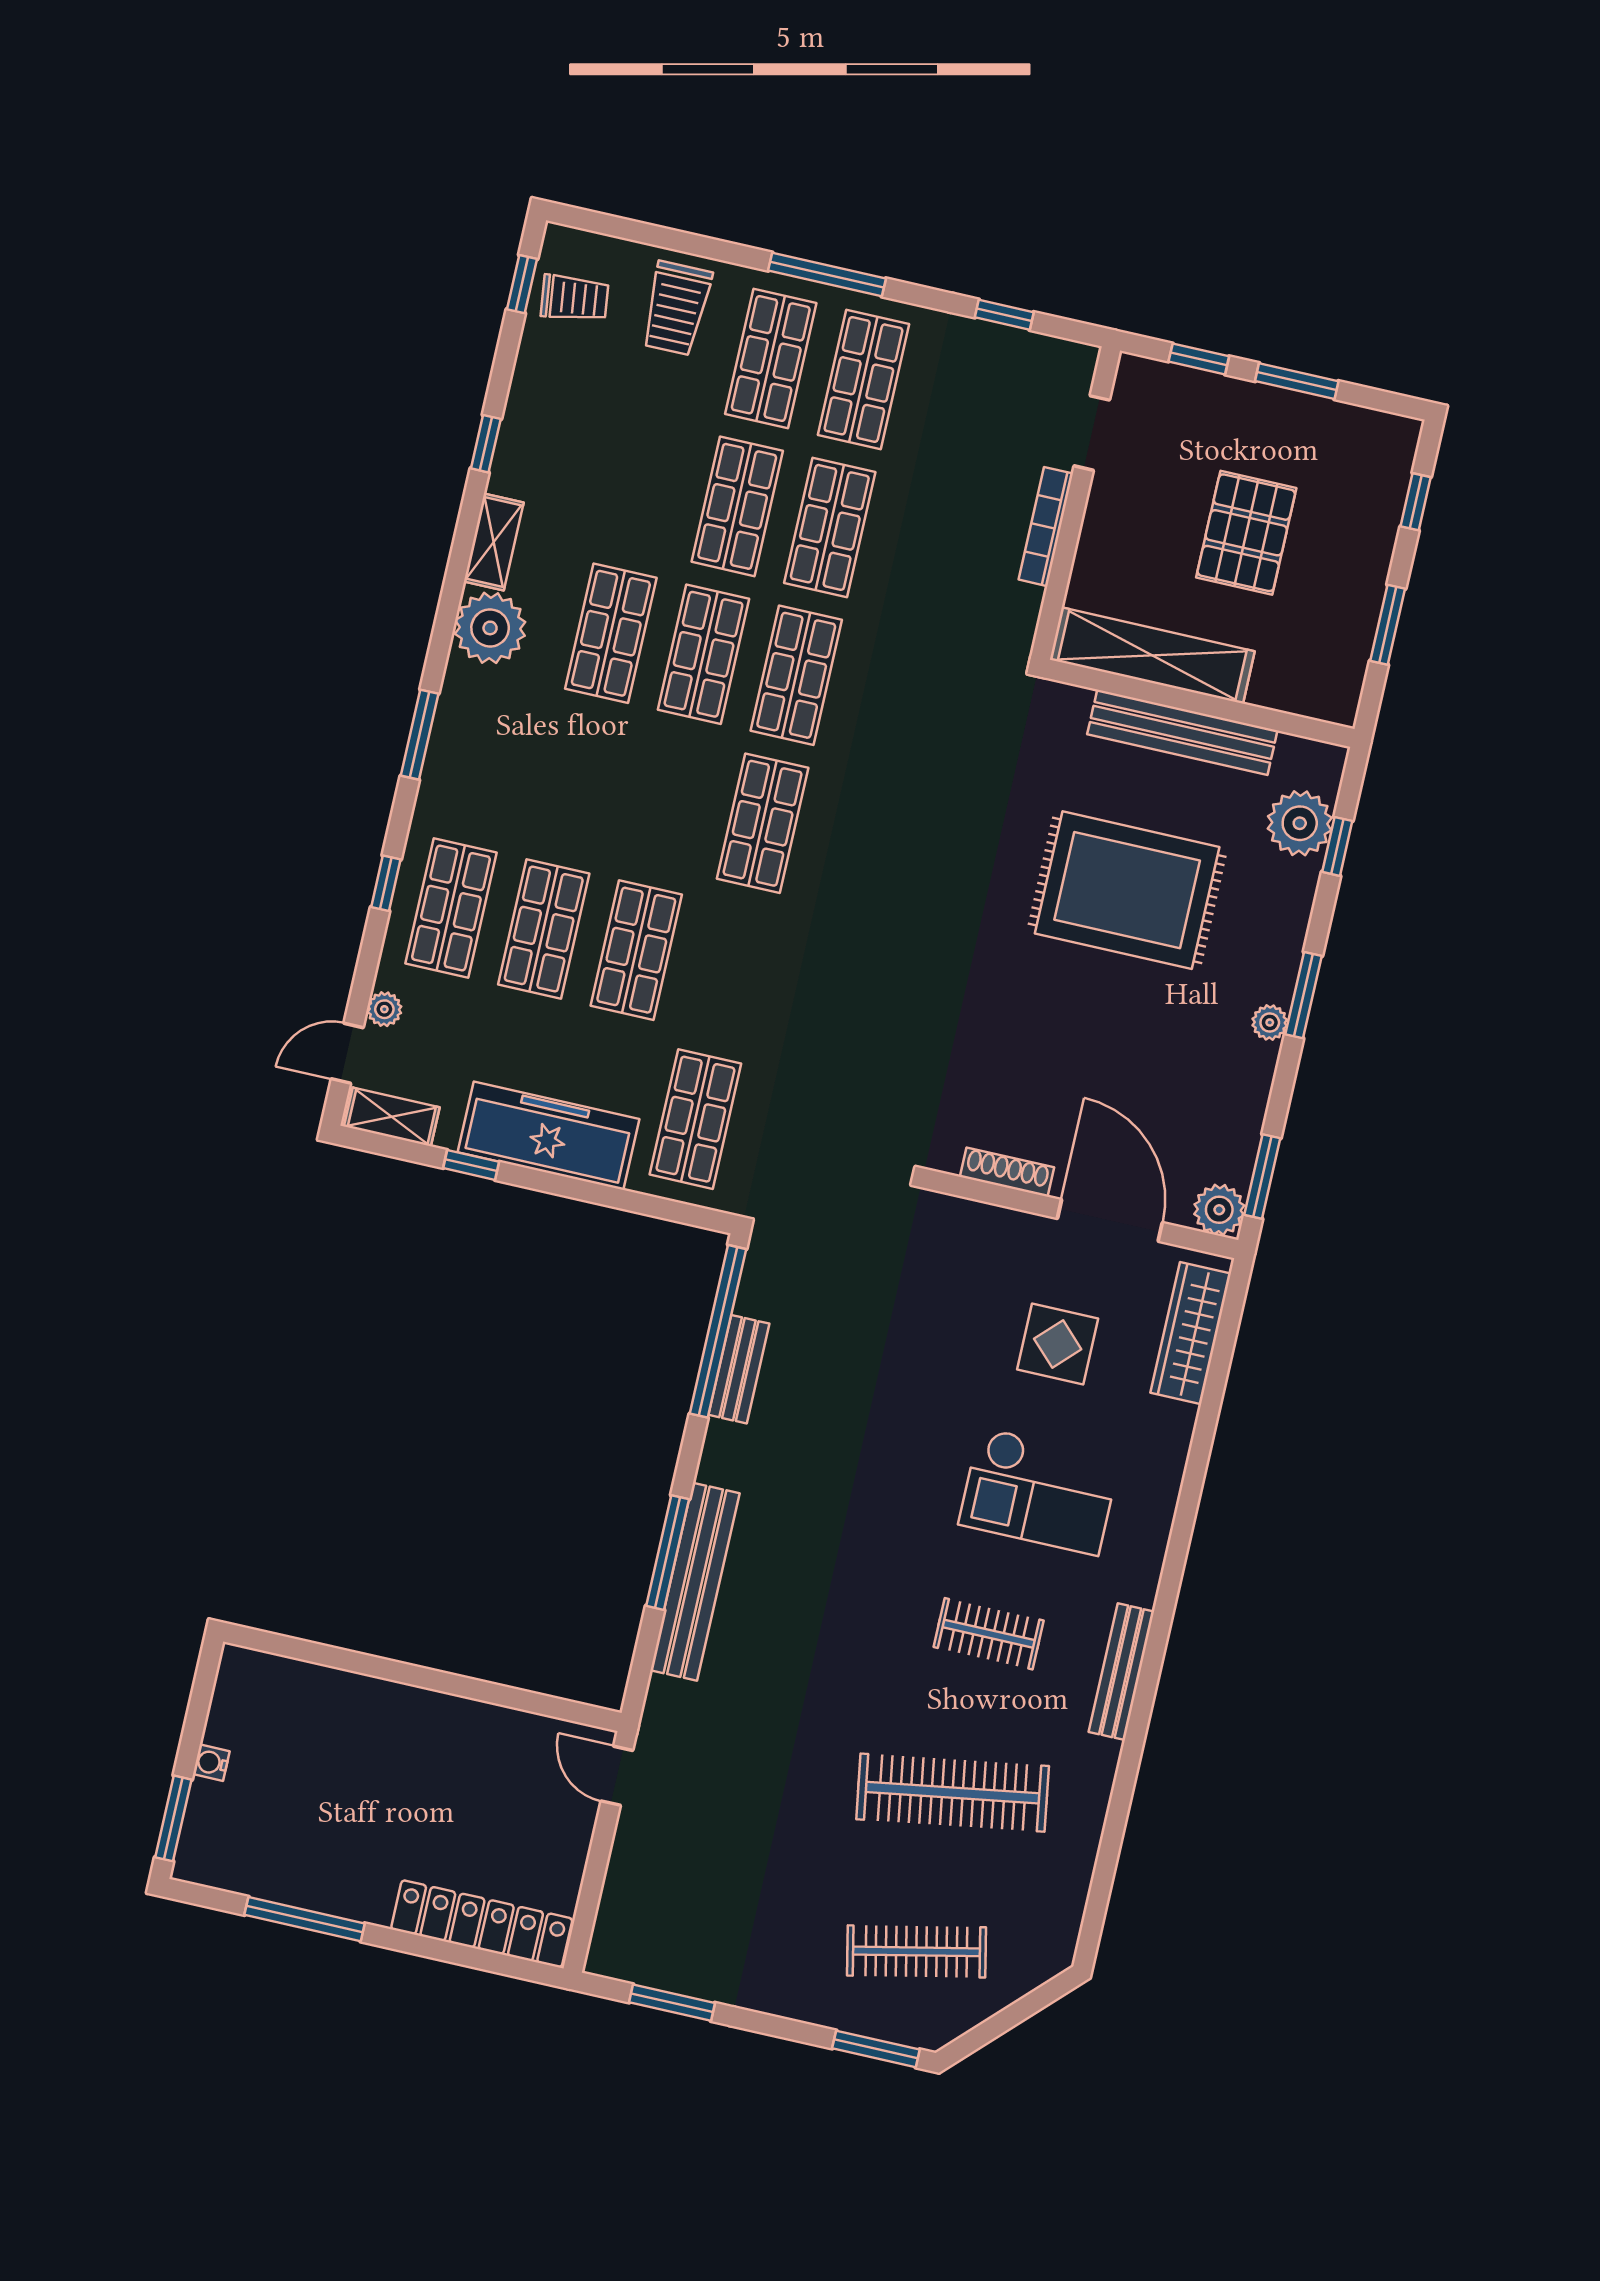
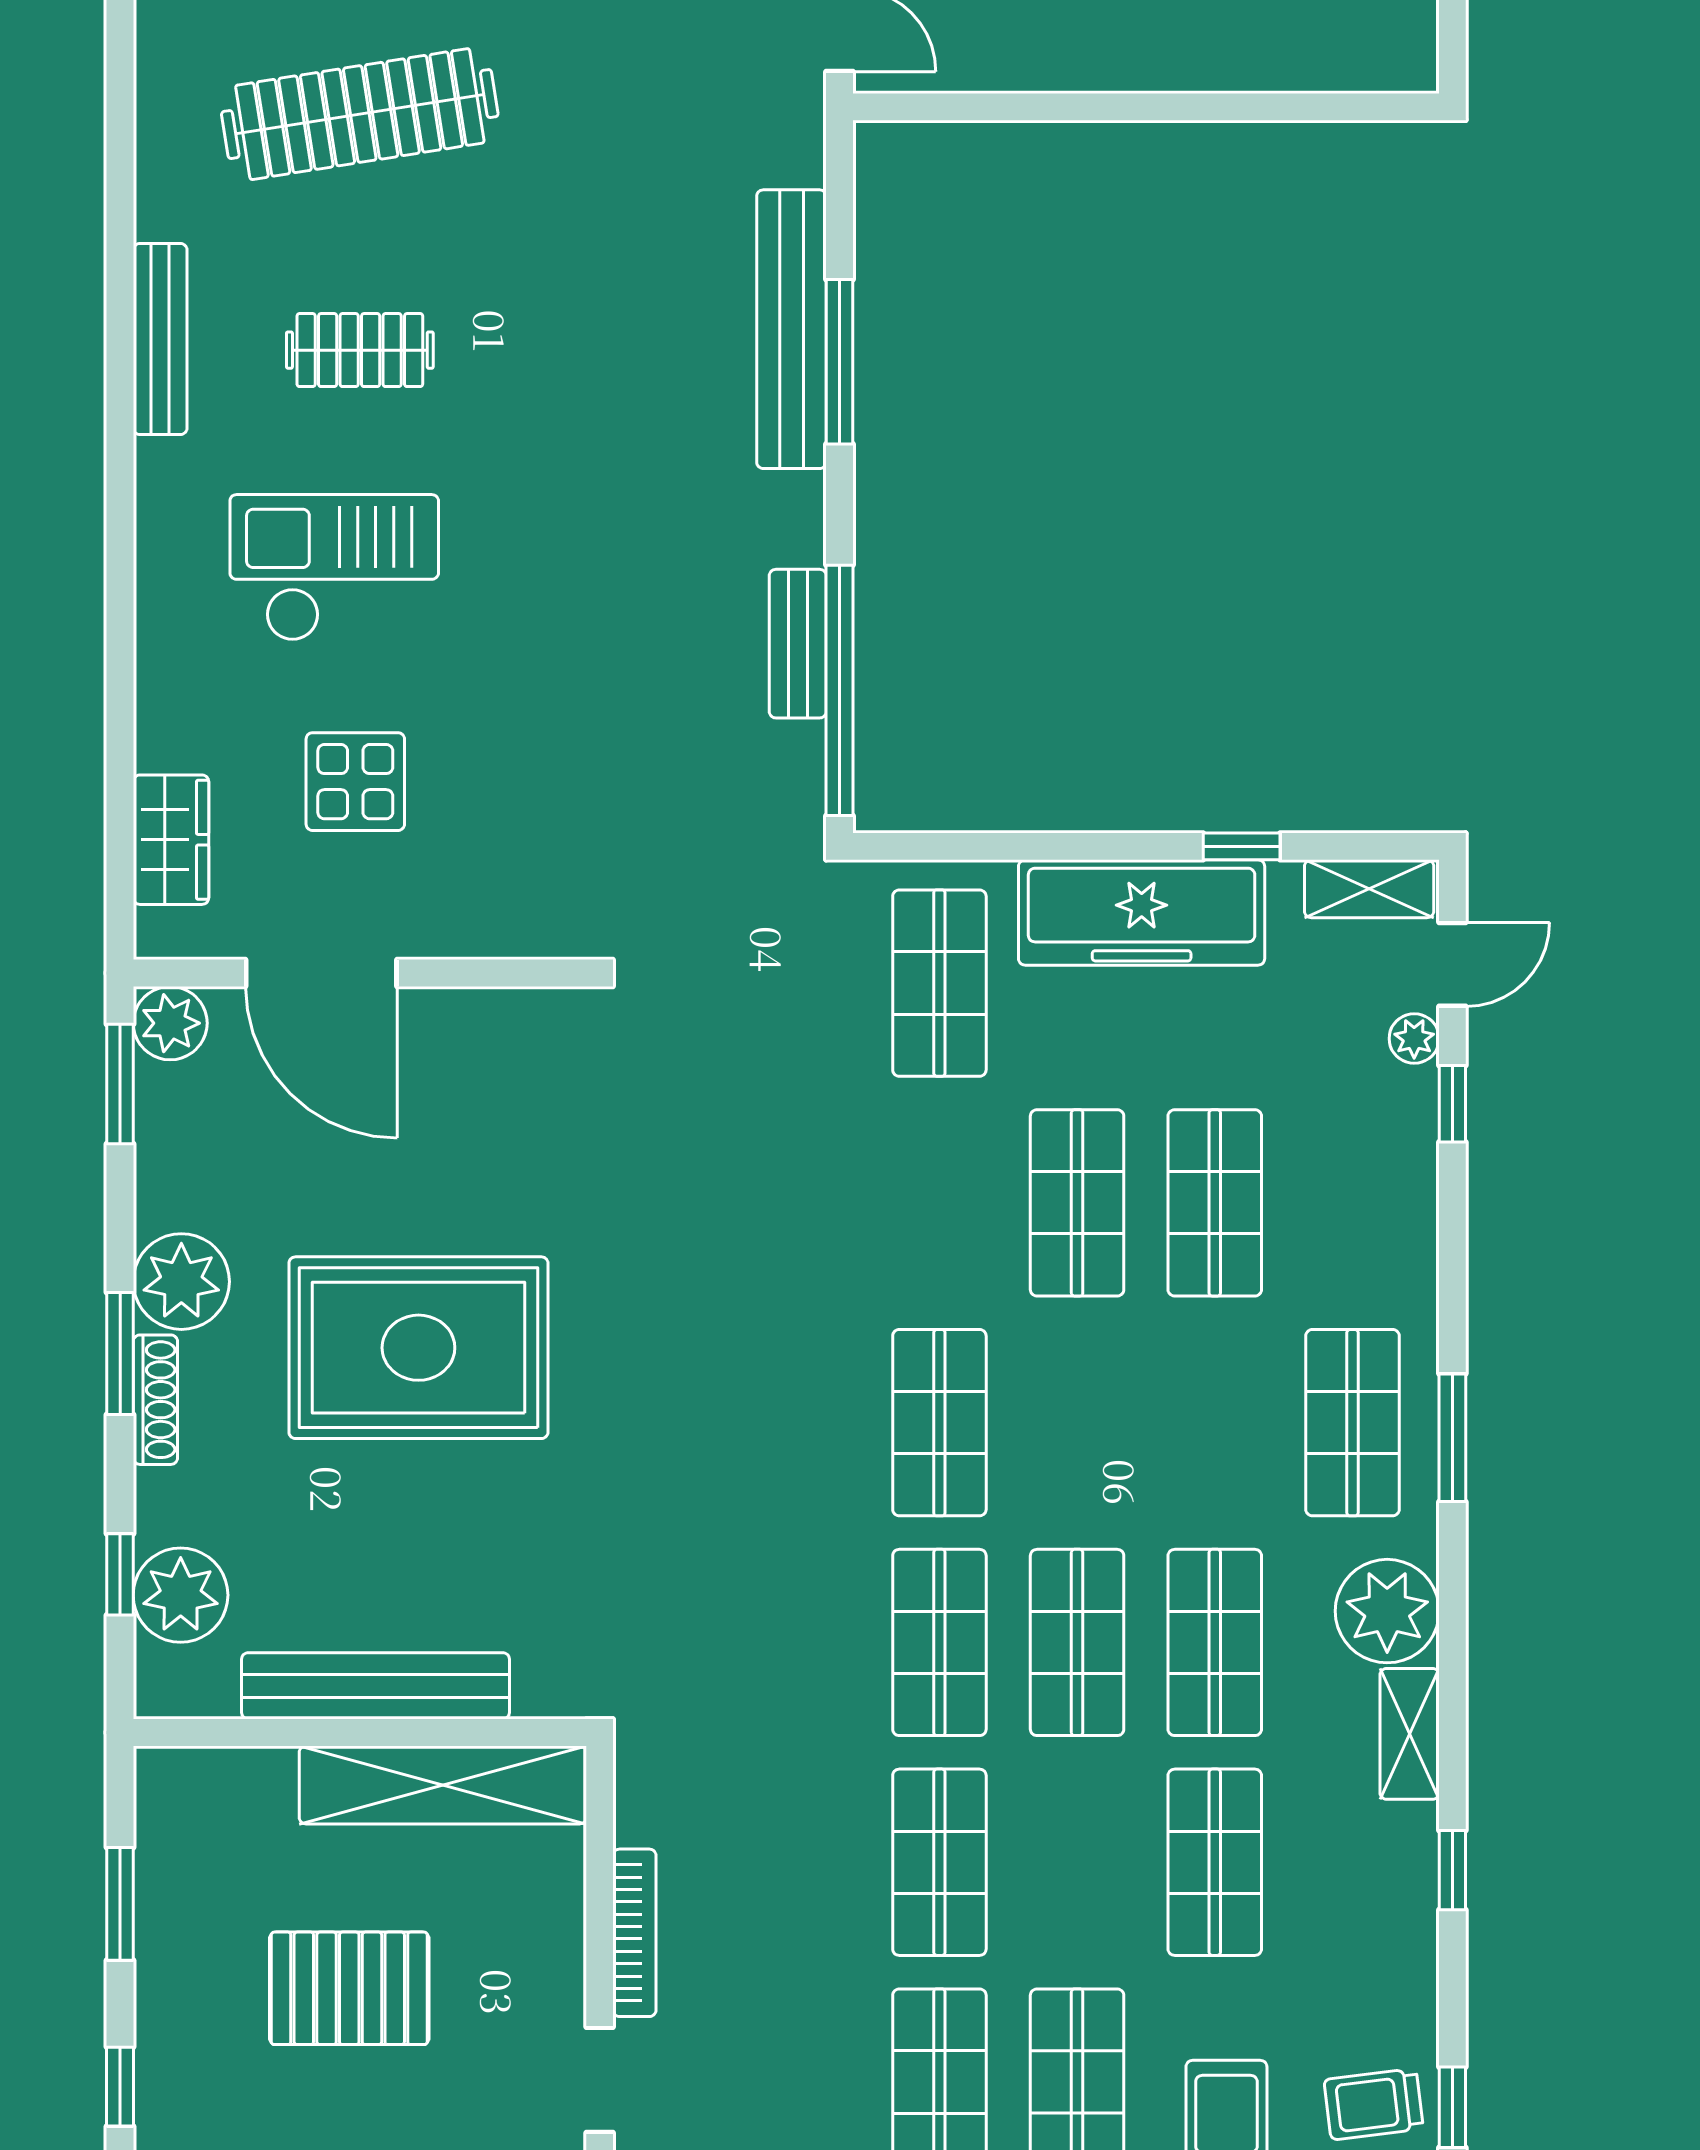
shop shelf: (737, 506) -> (1215, 1862), moved
pallet: (1246, 533) -> (349, 1988), turned 90
window: (386, 883) -> (1452, 1104), moved
rug: (1127, 890) -> (418, 1348), moved
shop shelf: (451, 908) -> (1352, 1423), moved
plant: (1270, 1023) -> (181, 1282), width x1.88, depth x1.88
shoe rack: (1007, 1172) -> (155, 1400), moved, turned -90
wardrobe: (1191, 1333) -> (171, 840), width x0.67

